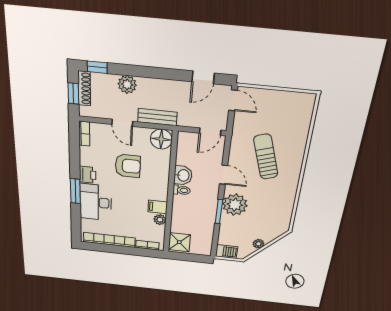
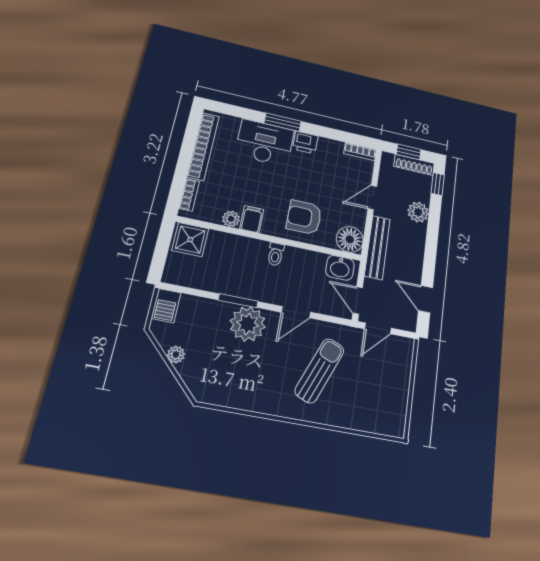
door: (233, 100) -> (378, 328), moved
bench: (157, 117) -> (377, 247), width x1.36
sun lounger: (266, 157) -> (320, 371), turned -50
armchair: (128, 166) -> (304, 217), moved, turned 90
washbasin: (183, 175) -> (340, 268), moved

